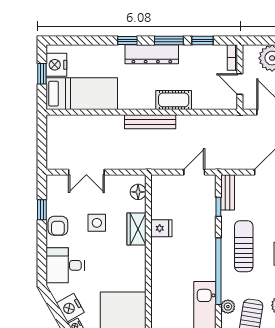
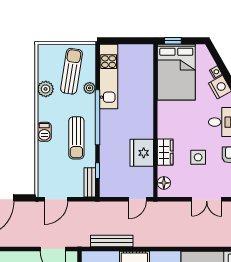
bench: (150, 122) -> (112, 241), moved
double door: (86, 172) -> (207, 199), swing flipped
door: (194, 172) -> (137, 199), moved
fridge: (161, 228) -> (142, 153), width x1.88, depth x1.34

